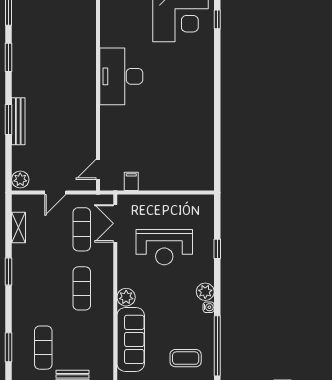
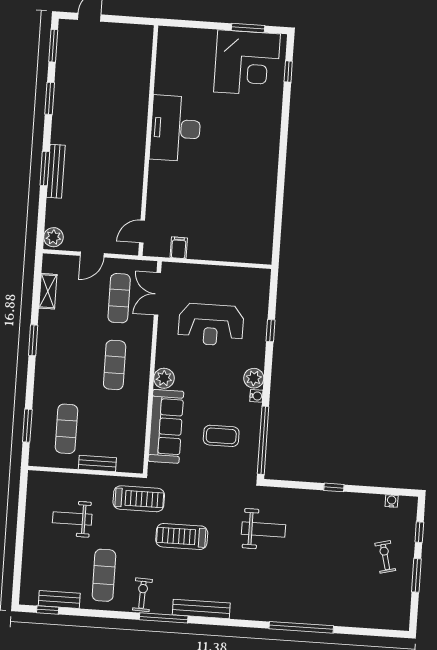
coffee table: (186, 358) -> (221, 436), moved

